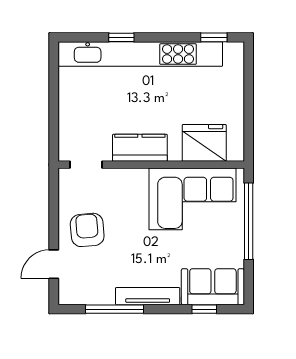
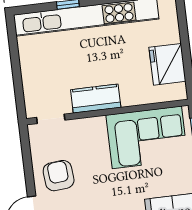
fridge: (204, 143) -> (167, 64), moved, turned -90

